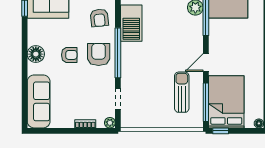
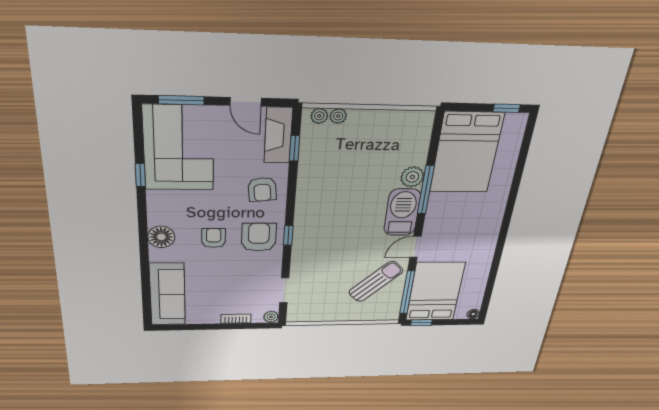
barbecue: (131, 23) -> (402, 212), moved, turned 180
window: (118, 53) -> (288, 235), width x0.32
armchair: (69, 55) -> (214, 238), turned -90
sun lounger: (182, 92) -> (376, 282), turned 46

